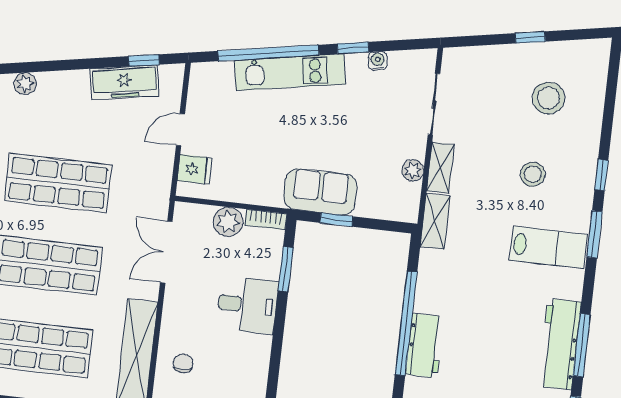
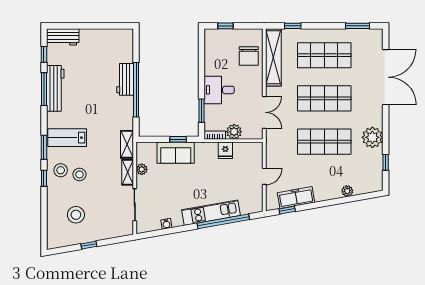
window: (353, 48) -> (180, 229), removed
fridge: (195, 169) -> (225, 150), moved, turned -90
stool: (568, 186) -> (61, 170), added
sofa: (320, 192) -> (176, 153), moved
chair: (183, 363) -> (249, 56), width x1.87, depth x1.87

